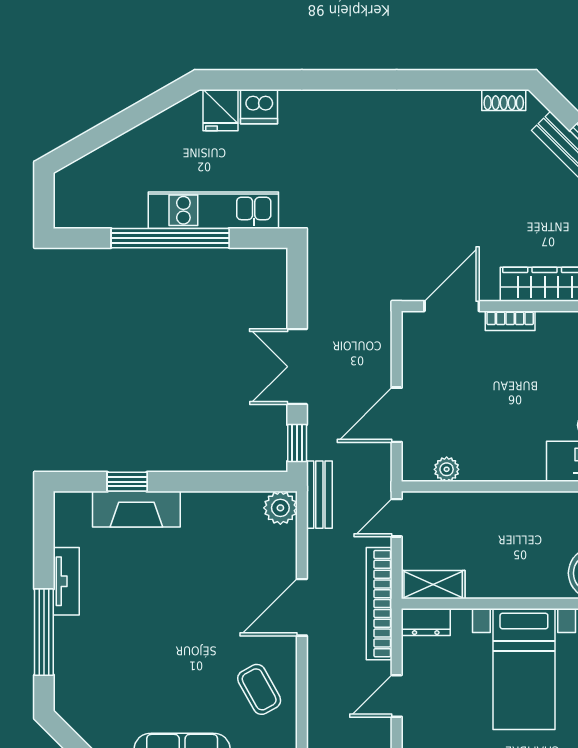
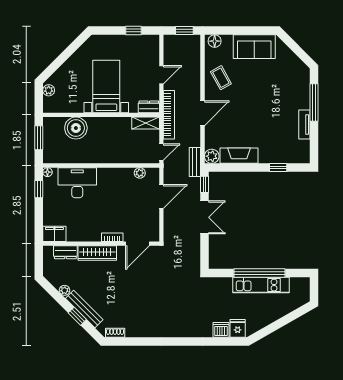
kitchen unit: (213, 210) -> (261, 285), moved
fireplace: (136, 509) -> (239, 156), moved

